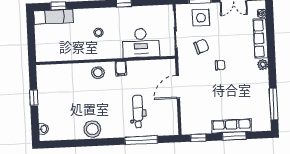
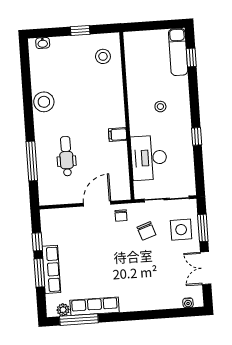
row of seats: (260, 38) -> (95, 306), moved
chair: (220, 65) -> (121, 215), moved
plant: (263, 65) -> (63, 310), moved
stool: (98, 73) -> (103, 56), moved
door: (178, 87) -> (97, 204), hinge flipped
dental chair: (138, 111) -> (66, 156), turned -90
window: (198, 138) -> (37, 242), moved

